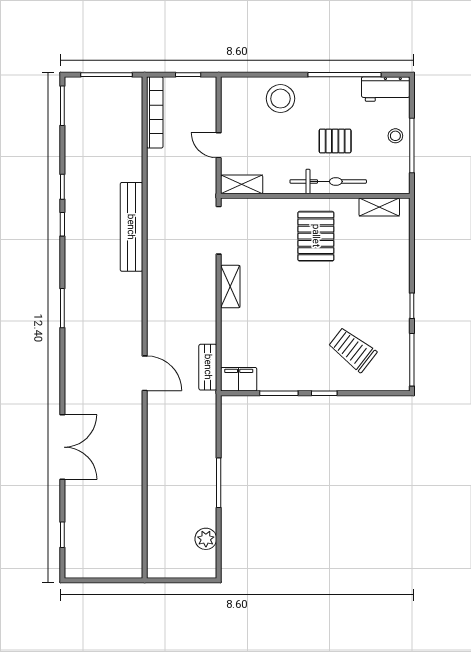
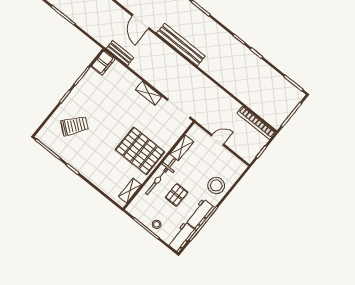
workbench: (335, 89) -> (200, 214), added
shelving: (242, 184) -> (182, 148), moved
bench: (131, 227) -> (181, 45), moved
pallet: (316, 236) -> (140, 151), width x1.37, depth x1.41
door: (145, 373) -> (141, 22), hinge flipped

